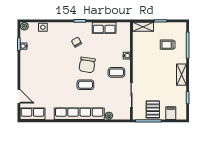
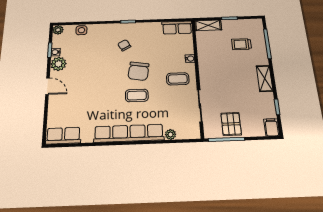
row of seats: (104, 28) -> (177, 27), moved
plant: (26, 56) -> (58, 64), added
door: (19, 96) -> (47, 86), moved
filing cabinet: (171, 113) -> (272, 127), moved

